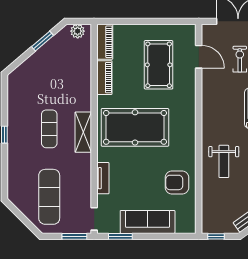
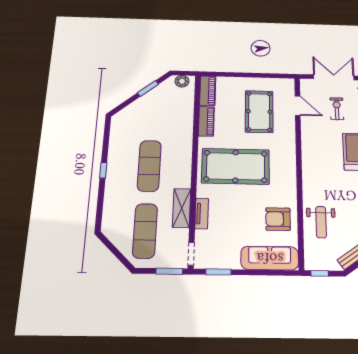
exercise mat: (49, 129) -> (149, 166), width x1.36, depth x1.45
shelving: (83, 132) -> (182, 208), moved
weight bench: (224, 161) -> (321, 222), moved
sofa: (148, 222) -> (270, 258), moved

